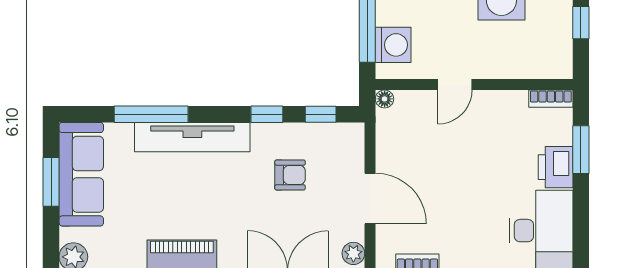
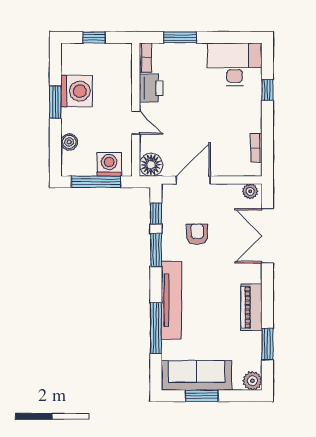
floor lamp: (385, 99) -> (151, 165), width x1.89, depth x1.89
window: (267, 114) -> (156, 250), width x1.50
printer: (556, 167) -> (151, 88), moved, turned -90
door: (370, 198) -> (193, 180), moved

